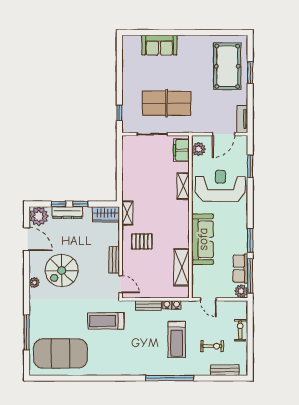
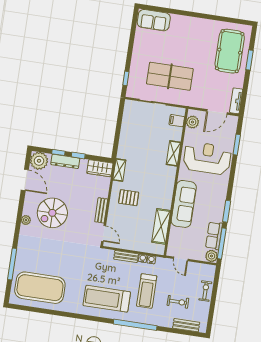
sofa: (159, 45) -> (154, 20), moved
filing cabinet: (181, 150) -> (177, 121), width x0.50
treadmill: (106, 321) -> (107, 299), moved, width x1.37, depth x1.38

